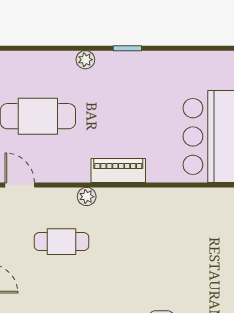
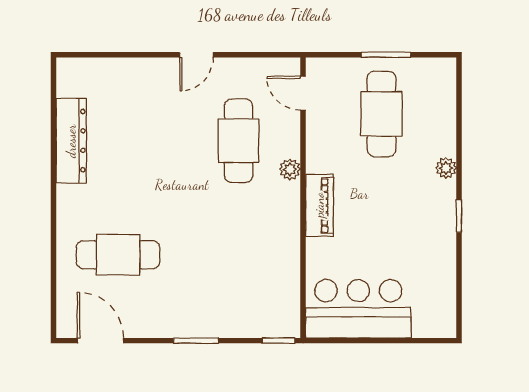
door: (20, 185) -> (303, 93), swing flipped
cafe table: (61, 242) -> (239, 141), width x1.37, depth x1.35

